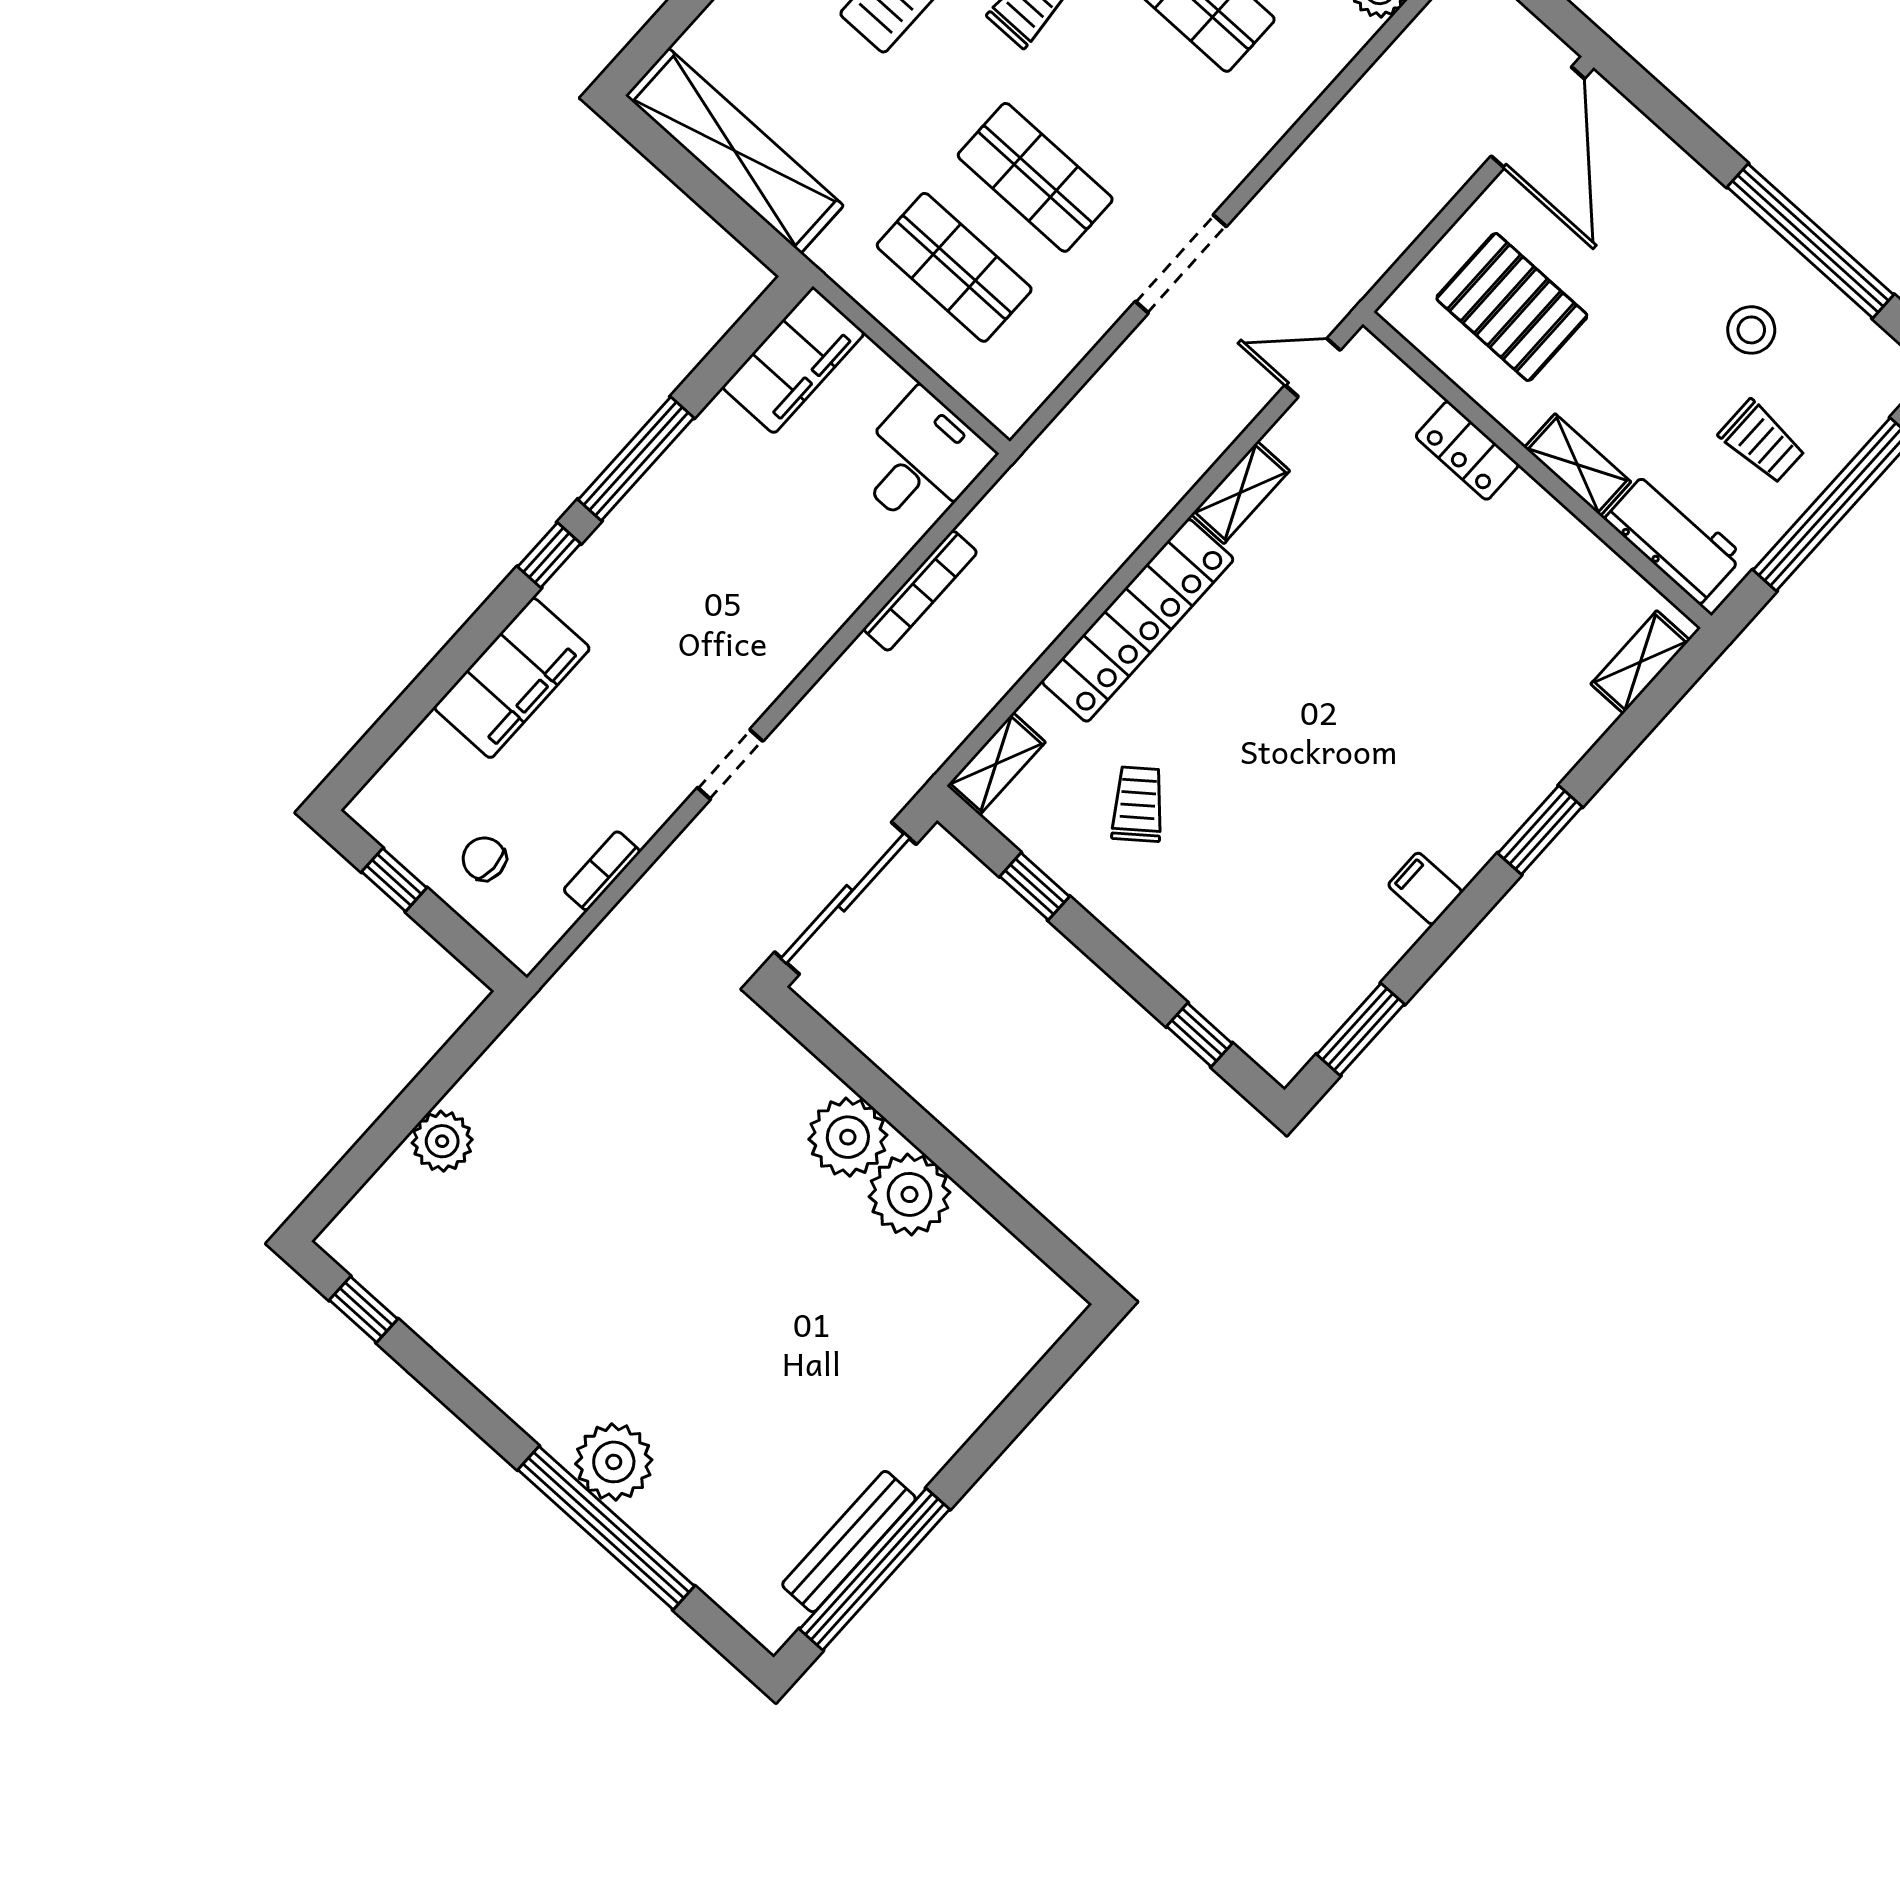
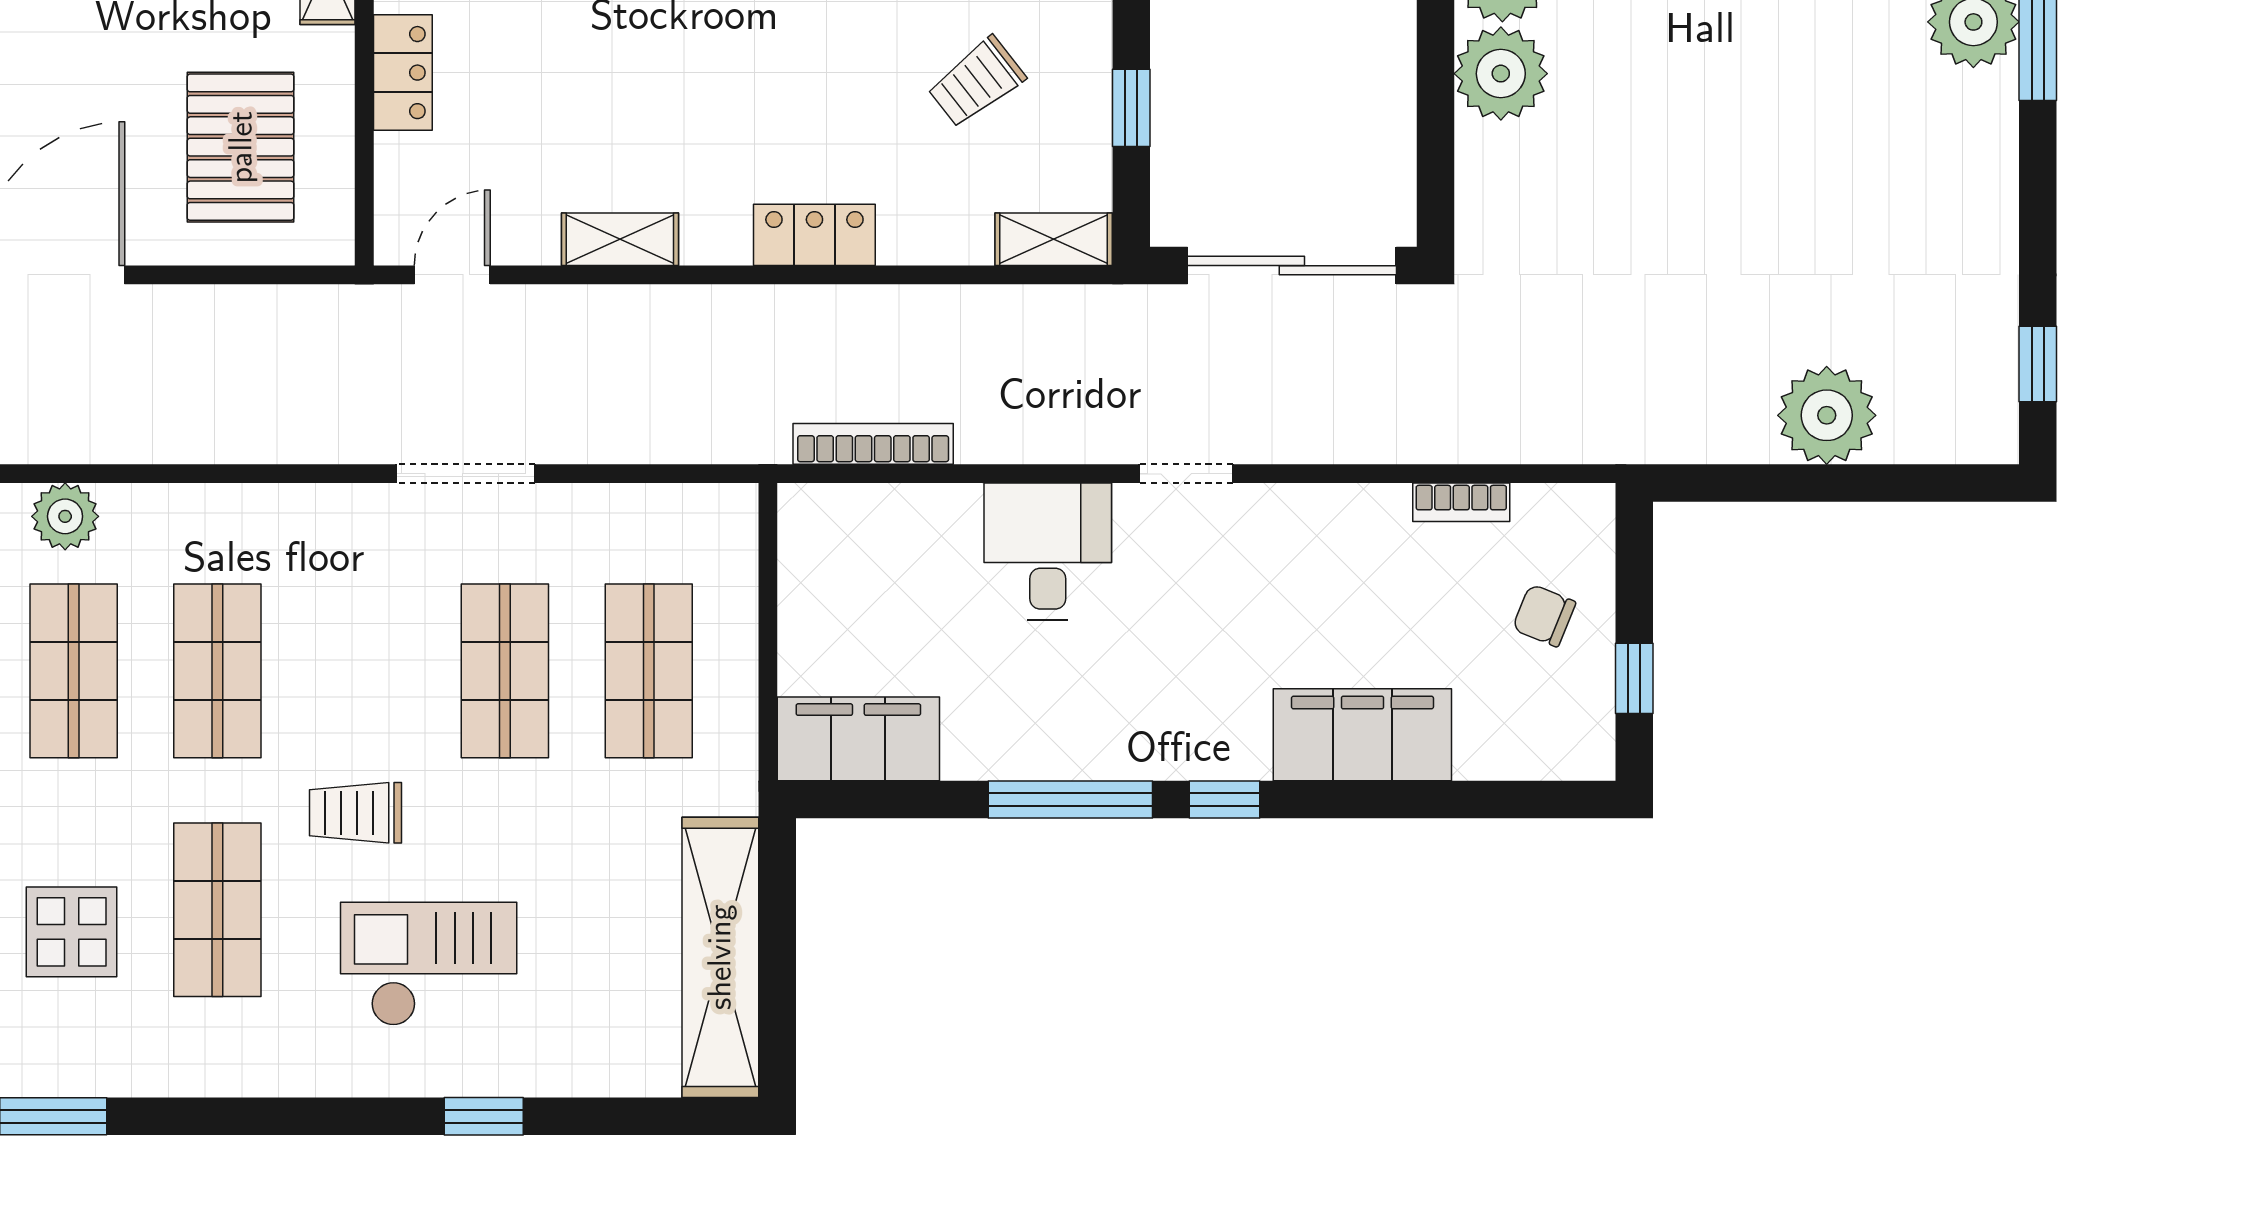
door: (1313, 368) -> (452, 275), swing flipped
desk: (921, 461) -> (1048, 552), moved, turned 90
bookcase: (920, 591) -> (873, 444), moved
locker: (1138, 620) -> (814, 235), width x0.46, depth x0.83
doorway: (730, 764) -> (1186, 474), moved
chair: (484, 859) -> (1544, 616), turned 112
plant: (442, 1141) -> (1827, 415), width x1.36, depth x1.36

